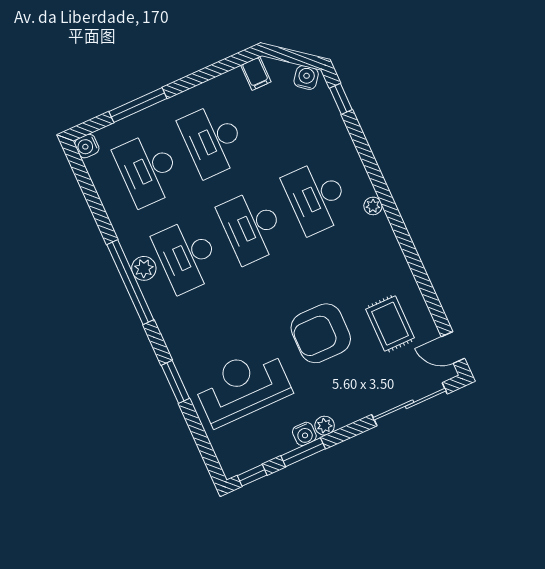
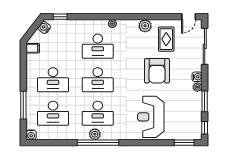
plant: (397, 271) -> (145, 26), added
rug: (390, 324) -> (166, 39), turned 90
window: (175, 382) -> (184, 143), moved
reception desk: (242, 386) -> (151, 117), moved
water cooler: (304, 434) -> (197, 77), moved

